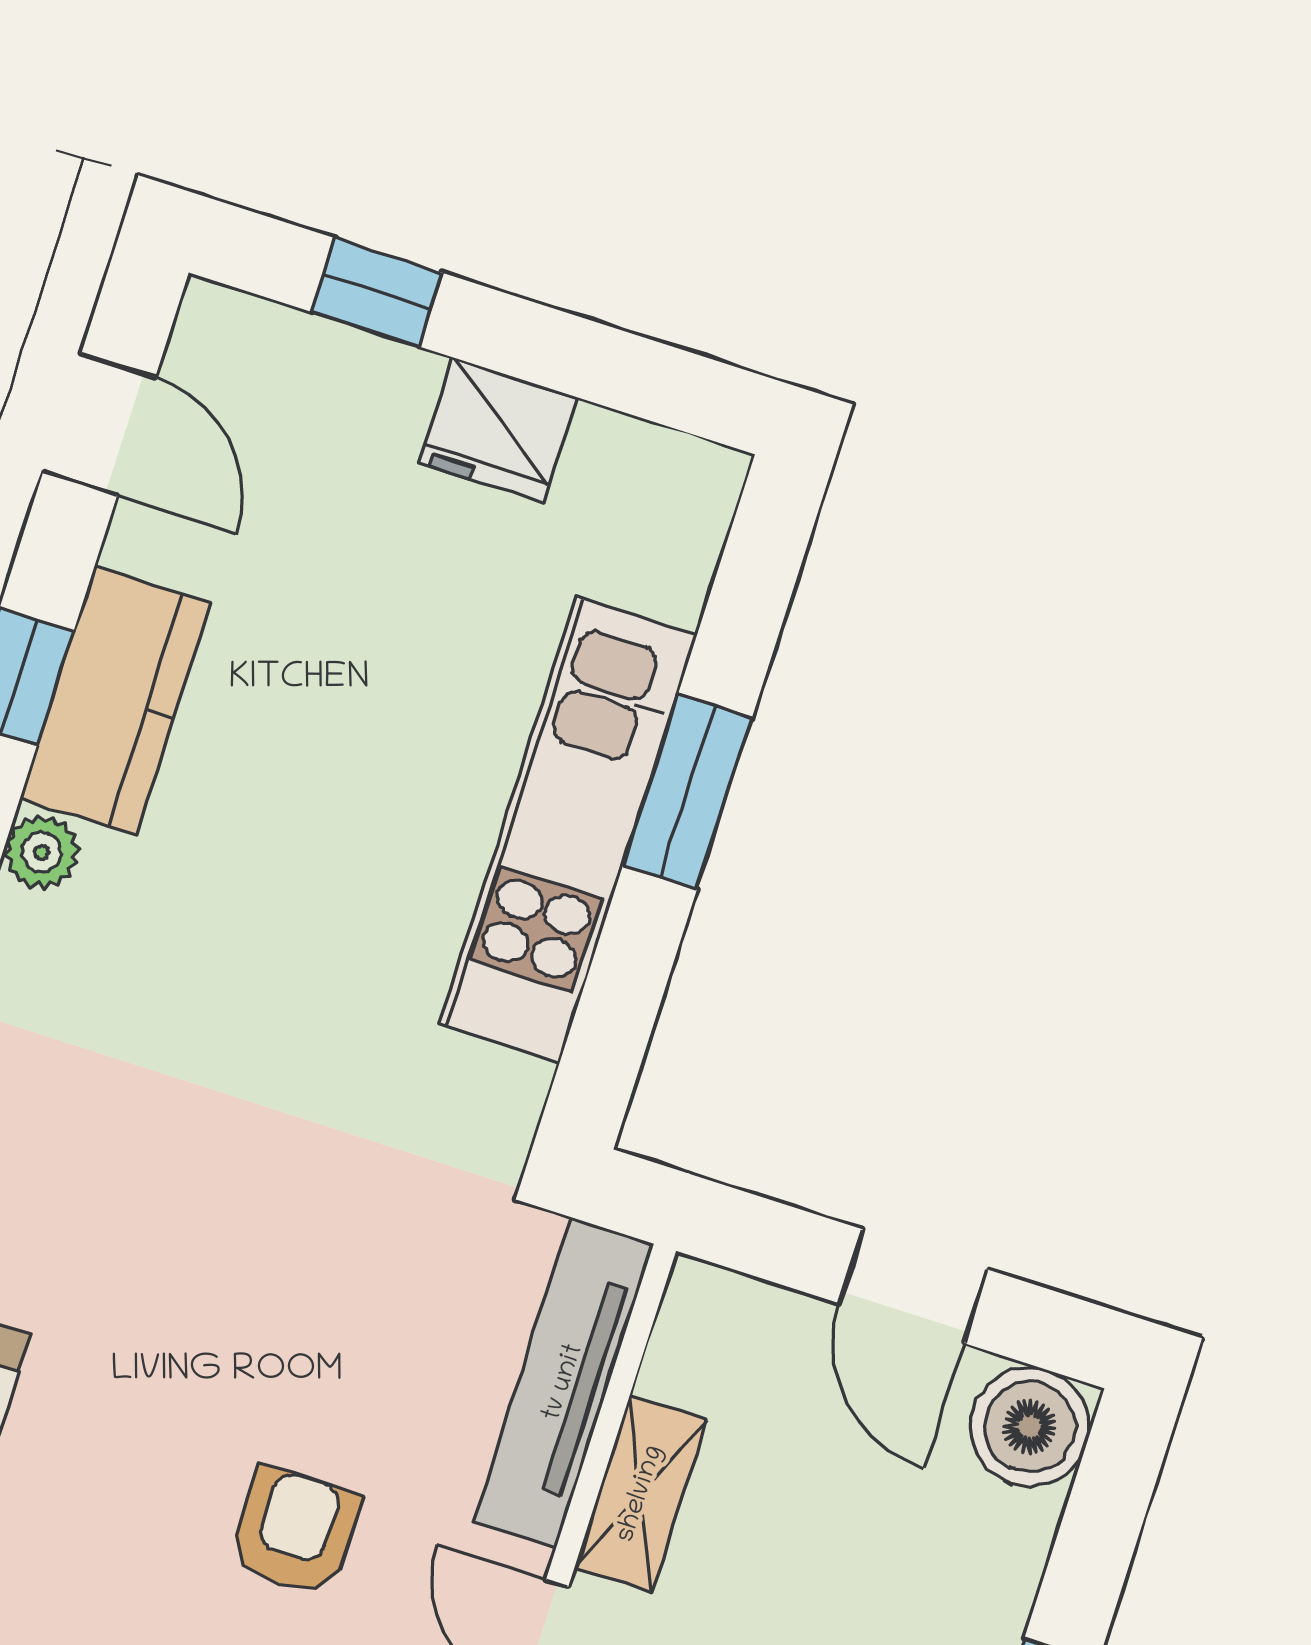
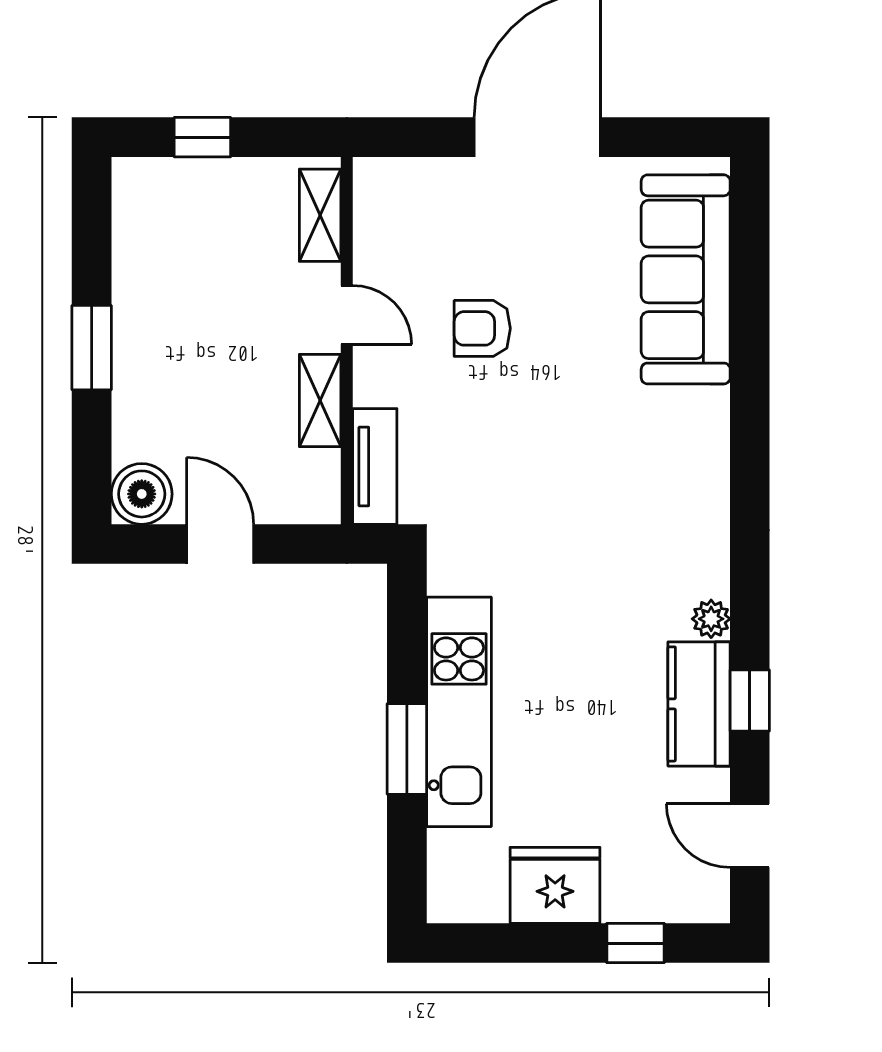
fridge: (498, 430) -> (555, 885), width x1.36, depth x1.34
tv unit: (564, 1383) -> (375, 466), width x0.71
armchair: (295, 1532) -> (482, 328), turned 90

